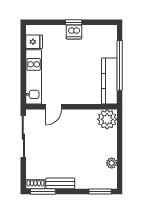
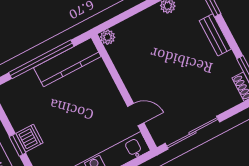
plant: (107, 119) -> (108, 37), width x0.53, depth x0.53
bench: (60, 183) -> (215, 35), moved

